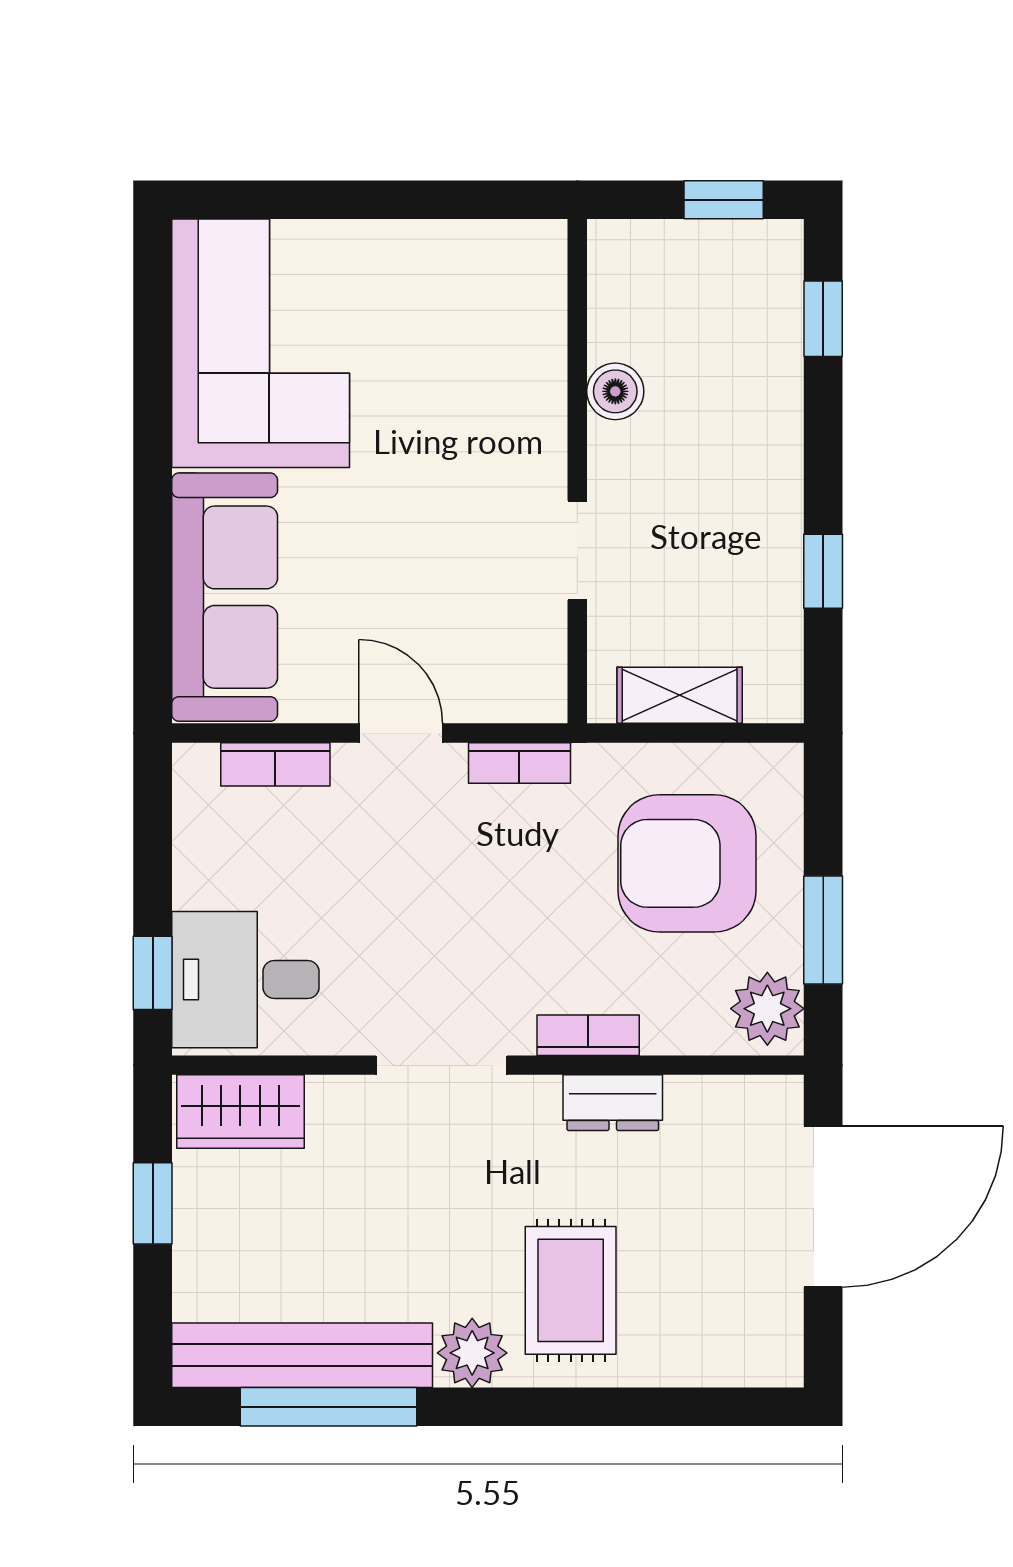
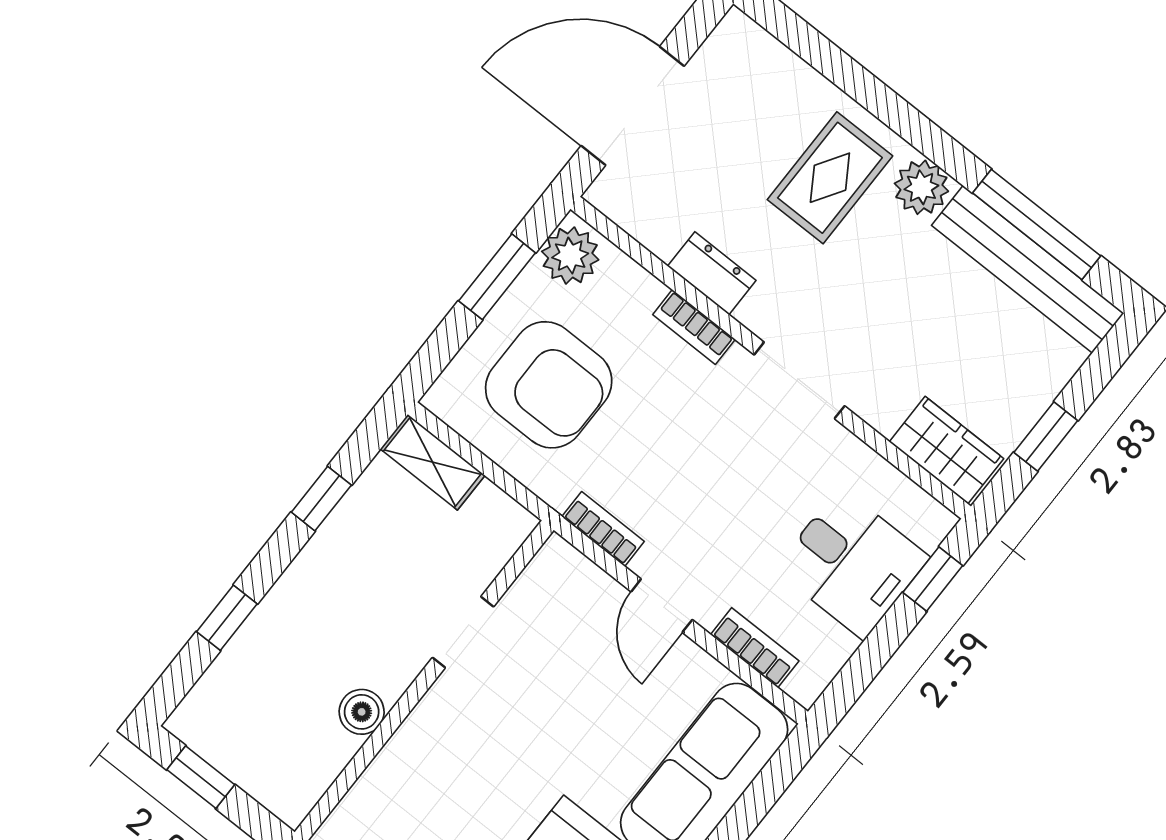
window: (823, 319) -> (227, 618), moved
shelving: (680, 695) -> (433, 462), moved
desk: (245, 980) -> (852, 563), moved

